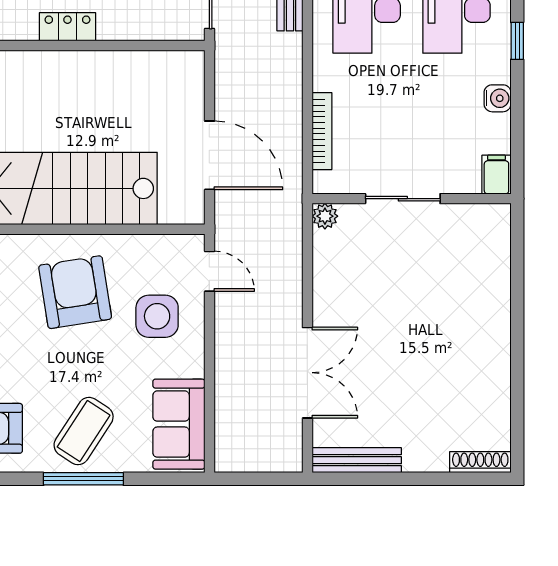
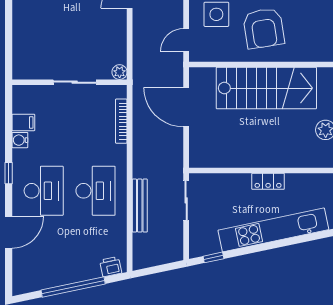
filing cabinet: (496, 175) -> (23, 122), moved, turned -90
door: (209, 271) -> (186, 40), hinge flipped

